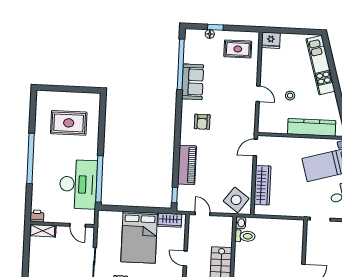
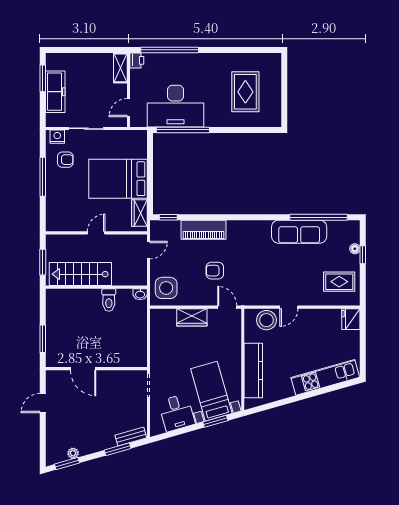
rug: (238, 49) -> (339, 282), turned 90
sofa: (193, 82) -> (299, 232), width x1.36
stool: (290, 96) -> (266, 320), moved, width x1.89, depth x1.89
armchair: (202, 122) -> (215, 271), moved
window: (31, 158) -> (170, 50), moved
wardrobe: (262, 185) -> (192, 317), width x0.67
side table: (236, 200) -> (166, 288), turned -36
toilet: (245, 236) -> (109, 300), moved

